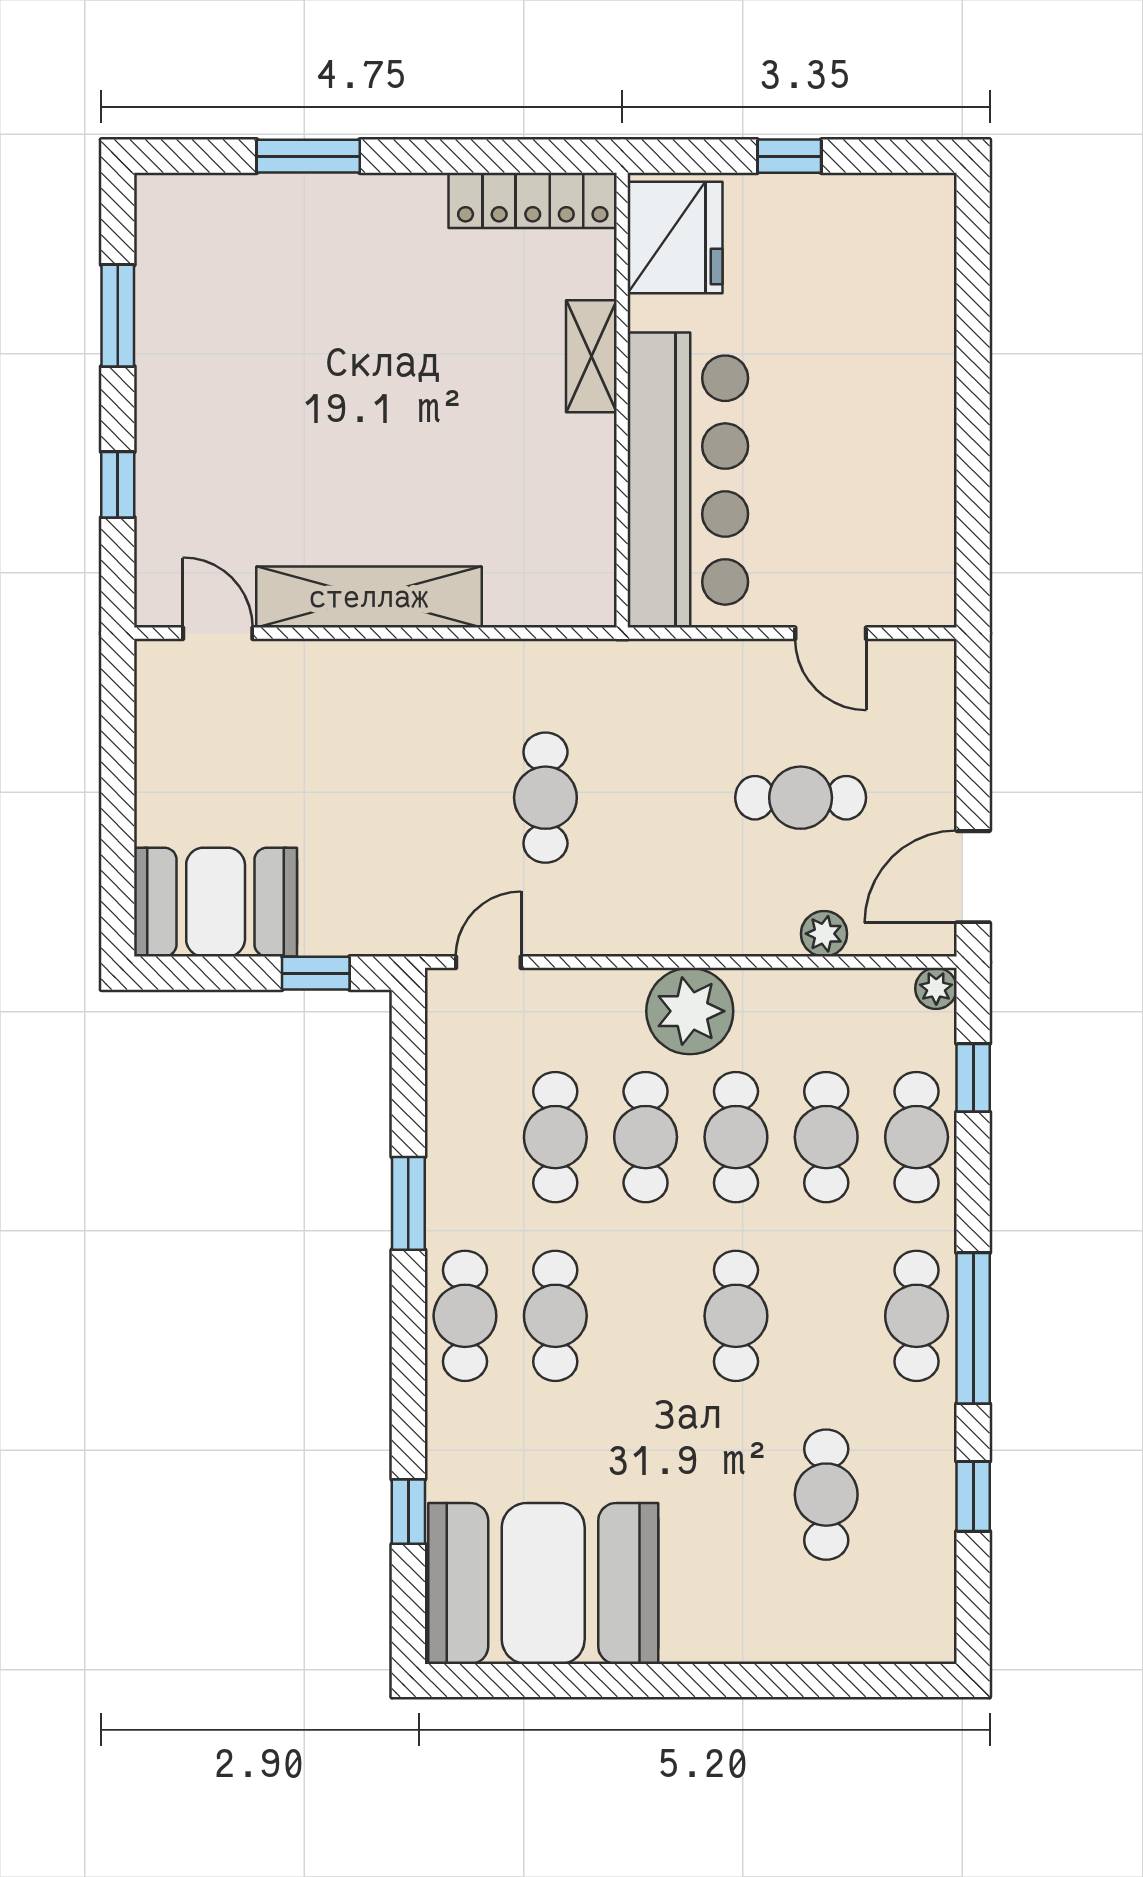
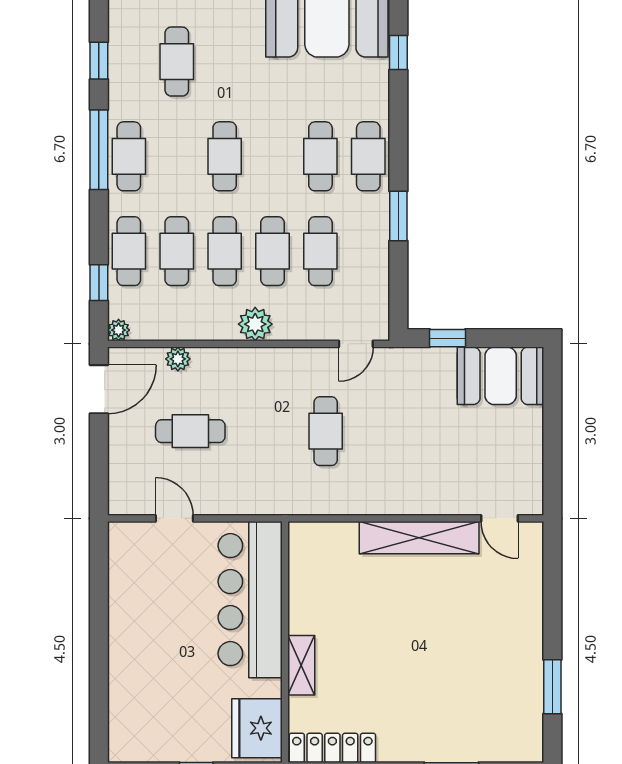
window: (118, 485) -> (552, 597), removed
plant: (690, 1011) -> (255, 324), width x0.73, depth x0.73

